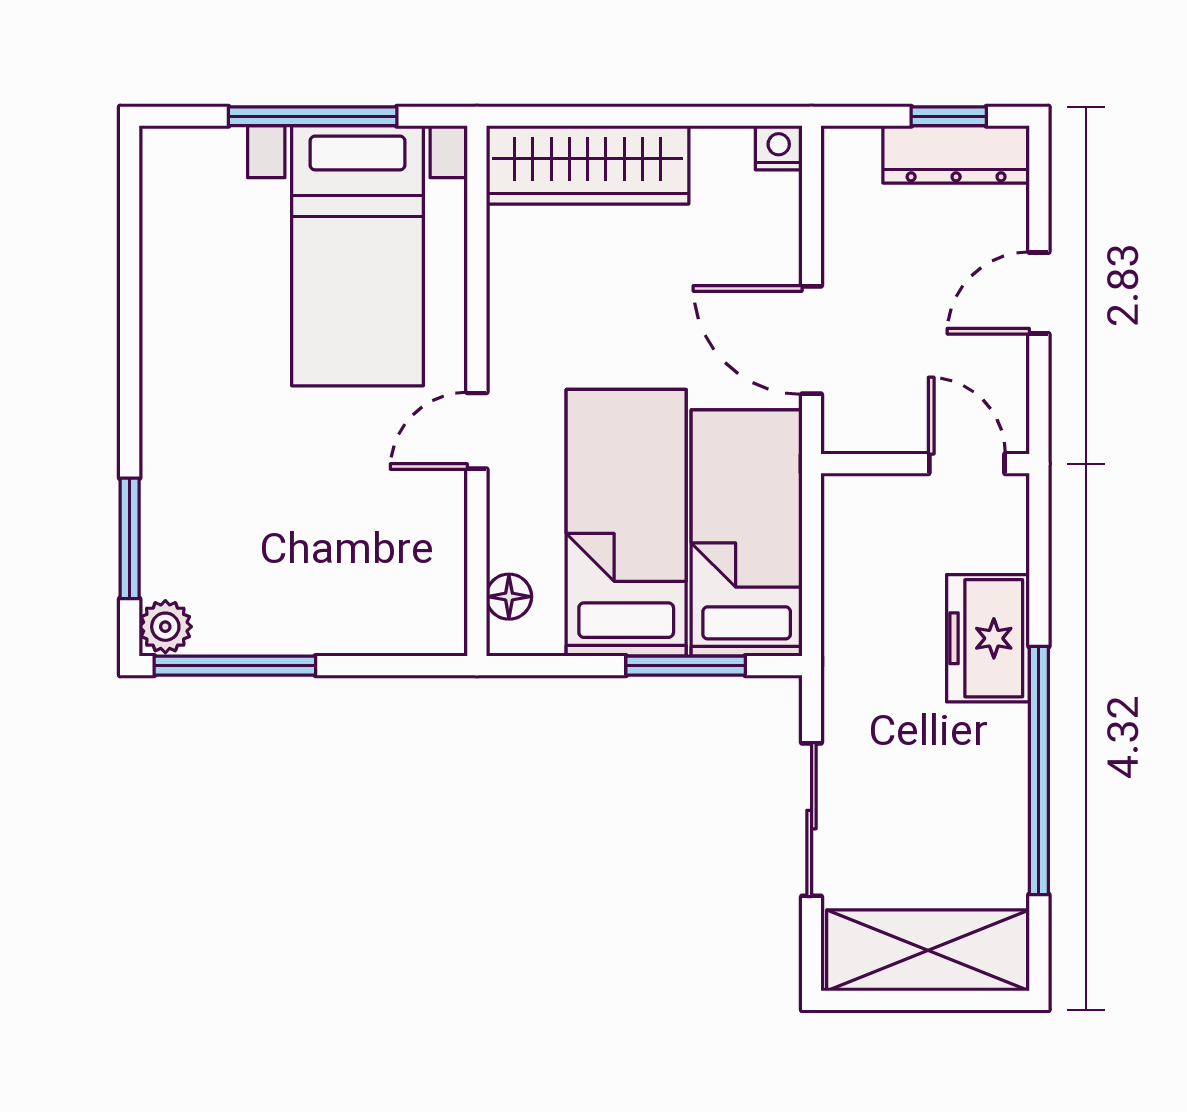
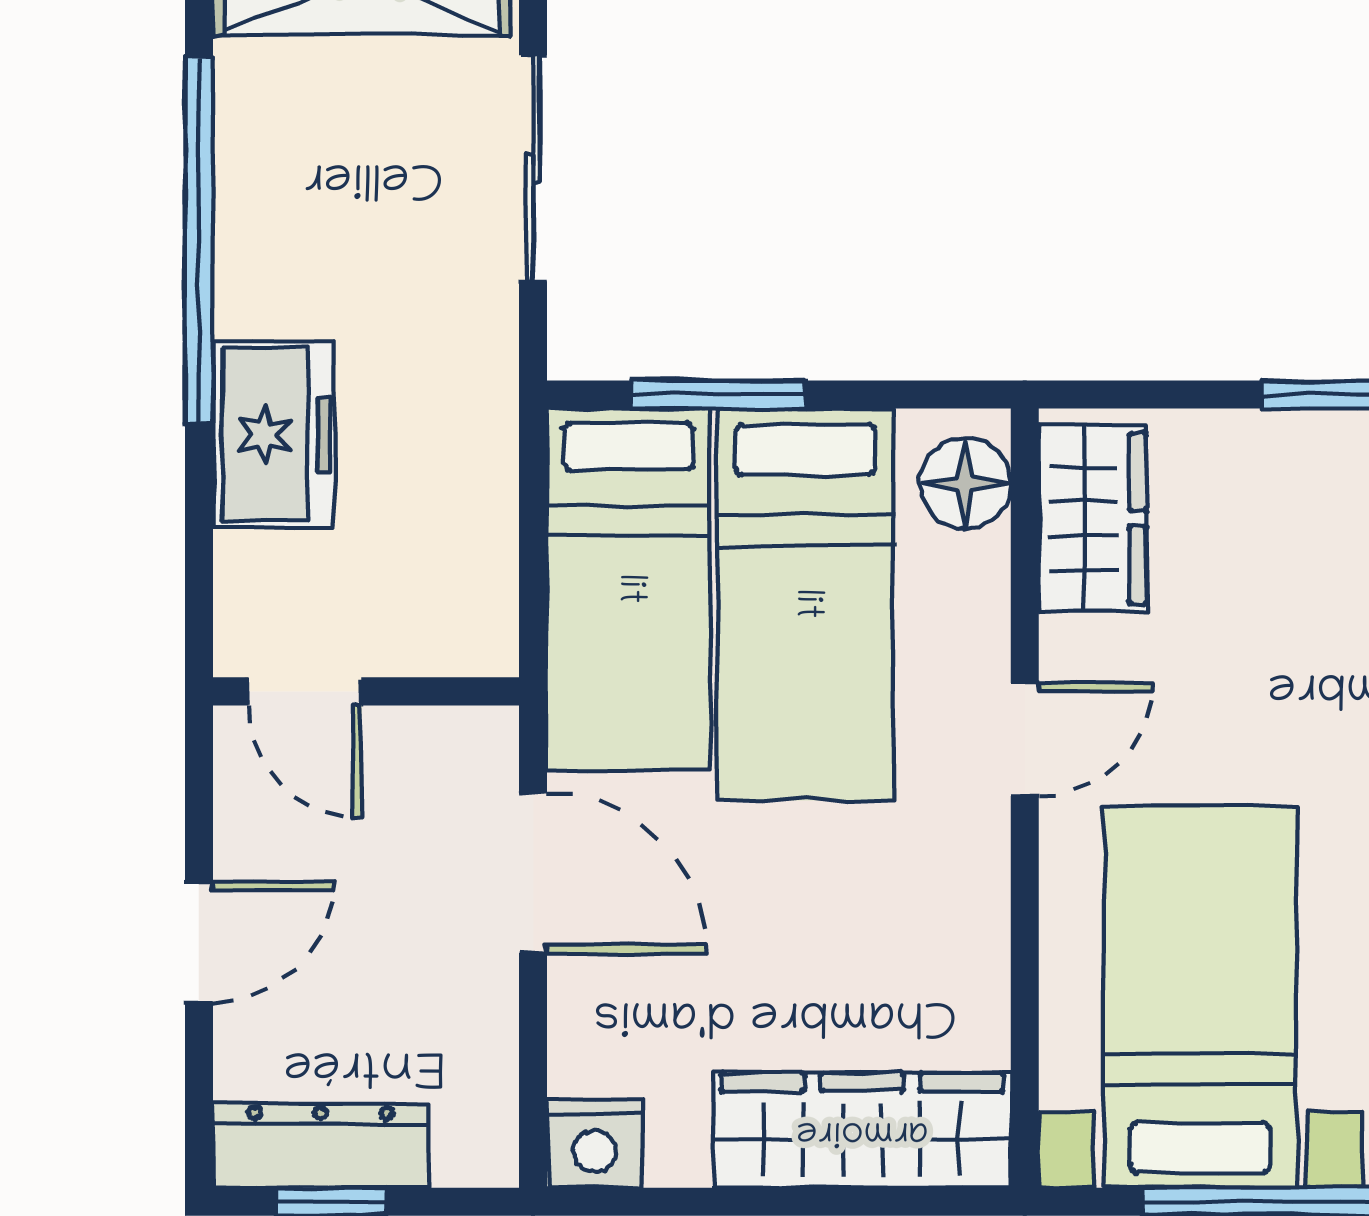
nightstand: (779, 148) -> (595, 1144), width x1.39, depth x1.35
wardrobe: (431, 581) -> (1093, 519), added
floor lamp: (509, 597) -> (965, 484), width x1.37, depth x1.37

